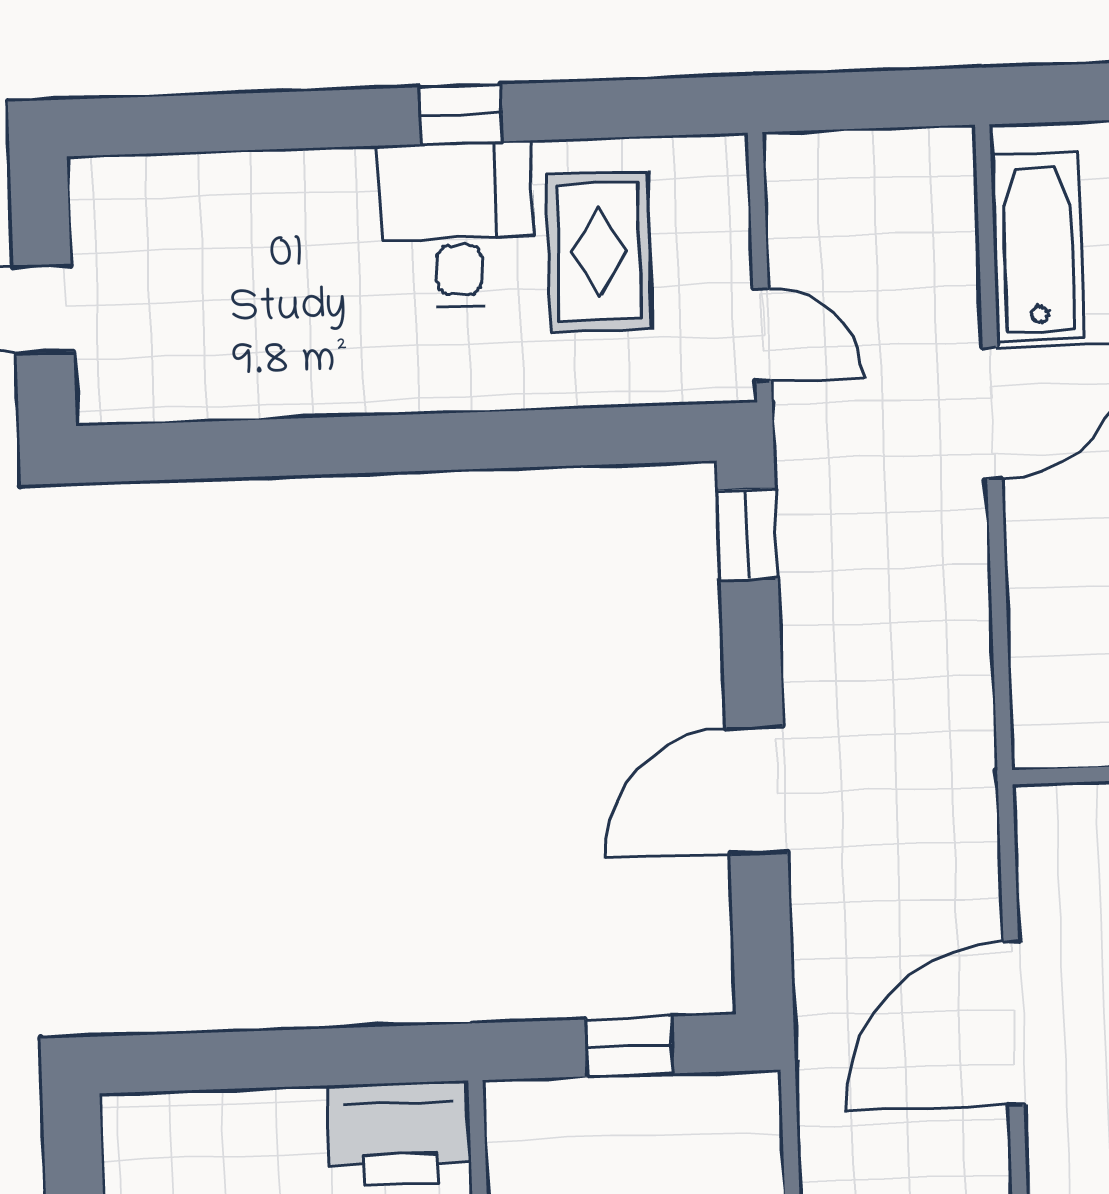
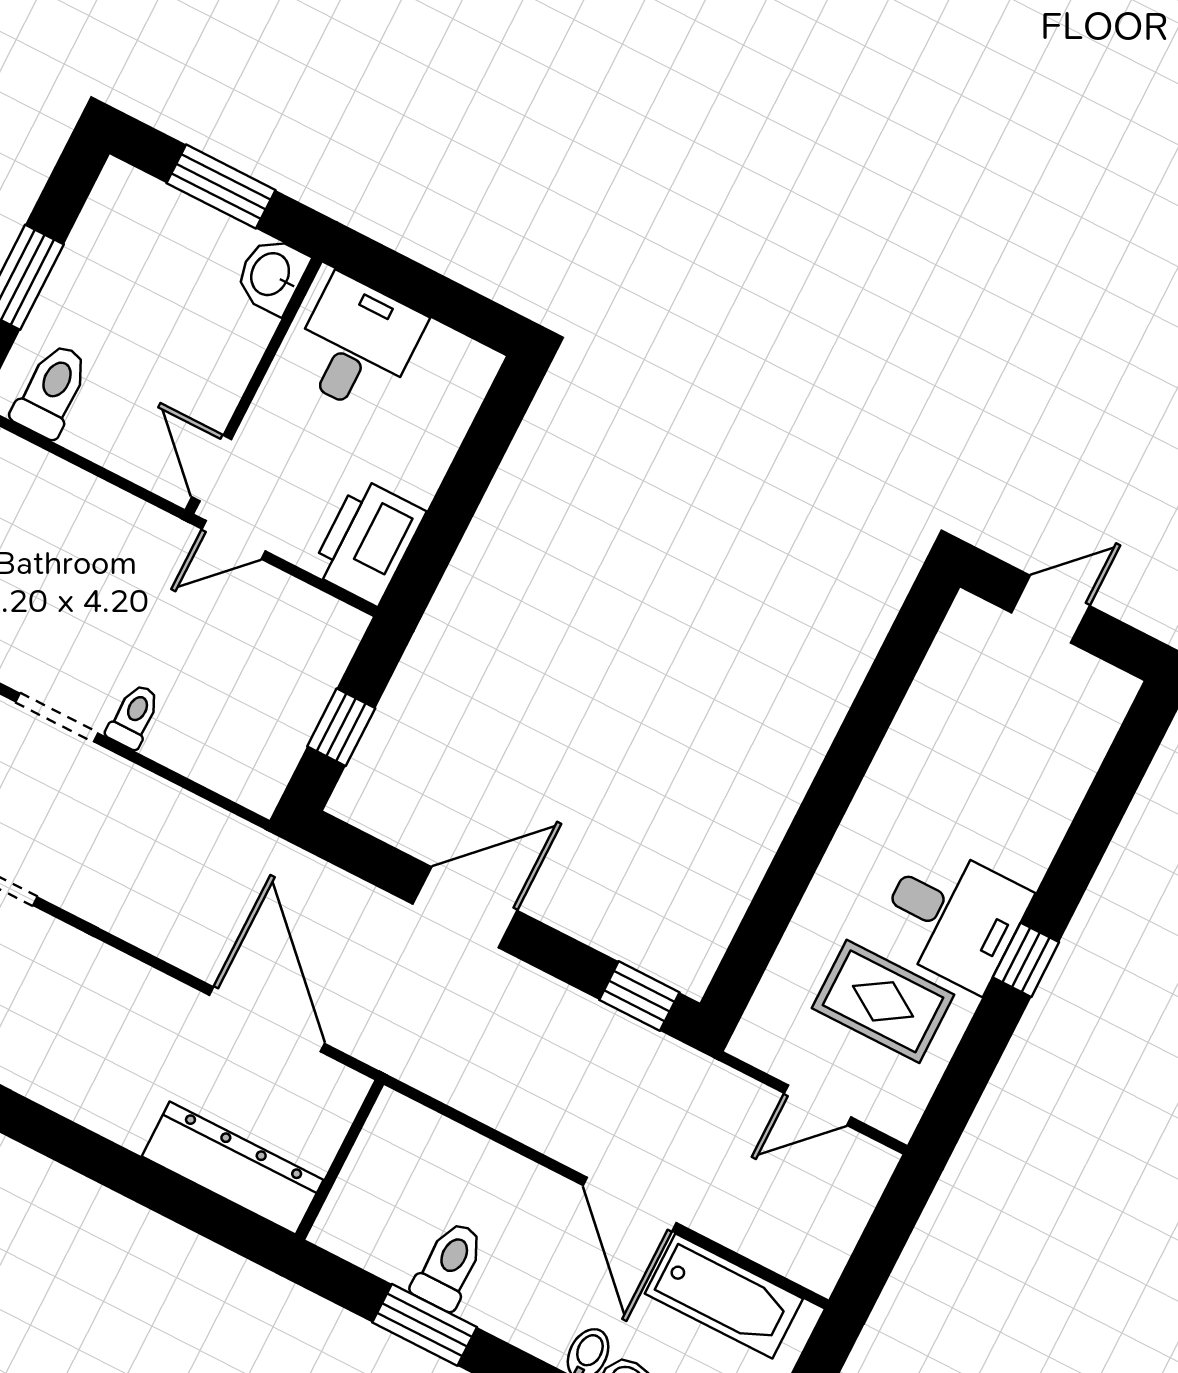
door: (762, 335) -> (818, 1105), moved
door: (757, 790) -> (465, 907), hinge flipped
door: (1014, 1023) -> (267, 1019), moved

